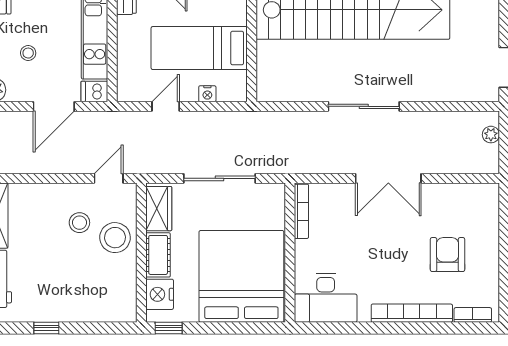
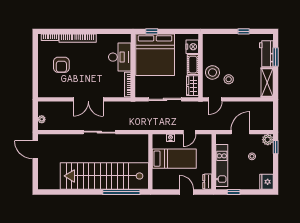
dishwasher: (94, 91) -> (222, 139), removed
double door: (388, 178) -> (88, 99), swing flipped
desk: (326, 298) -> (120, 57), moved, turned 90
window: (169, 328) -> (152, 31), moved

